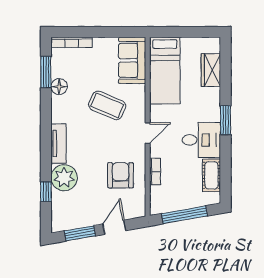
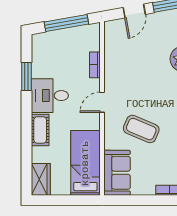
wardrobe: (211, 70) -> (41, 179), moved
window: (226, 120) -> (26, 76), moved
armchair: (121, 175) -> (128, 61), removed
cot: (211, 175) -> (40, 130), moved

